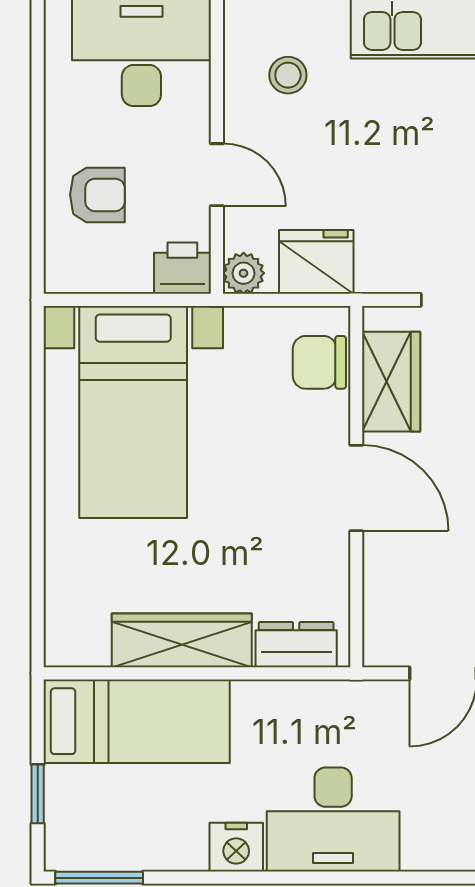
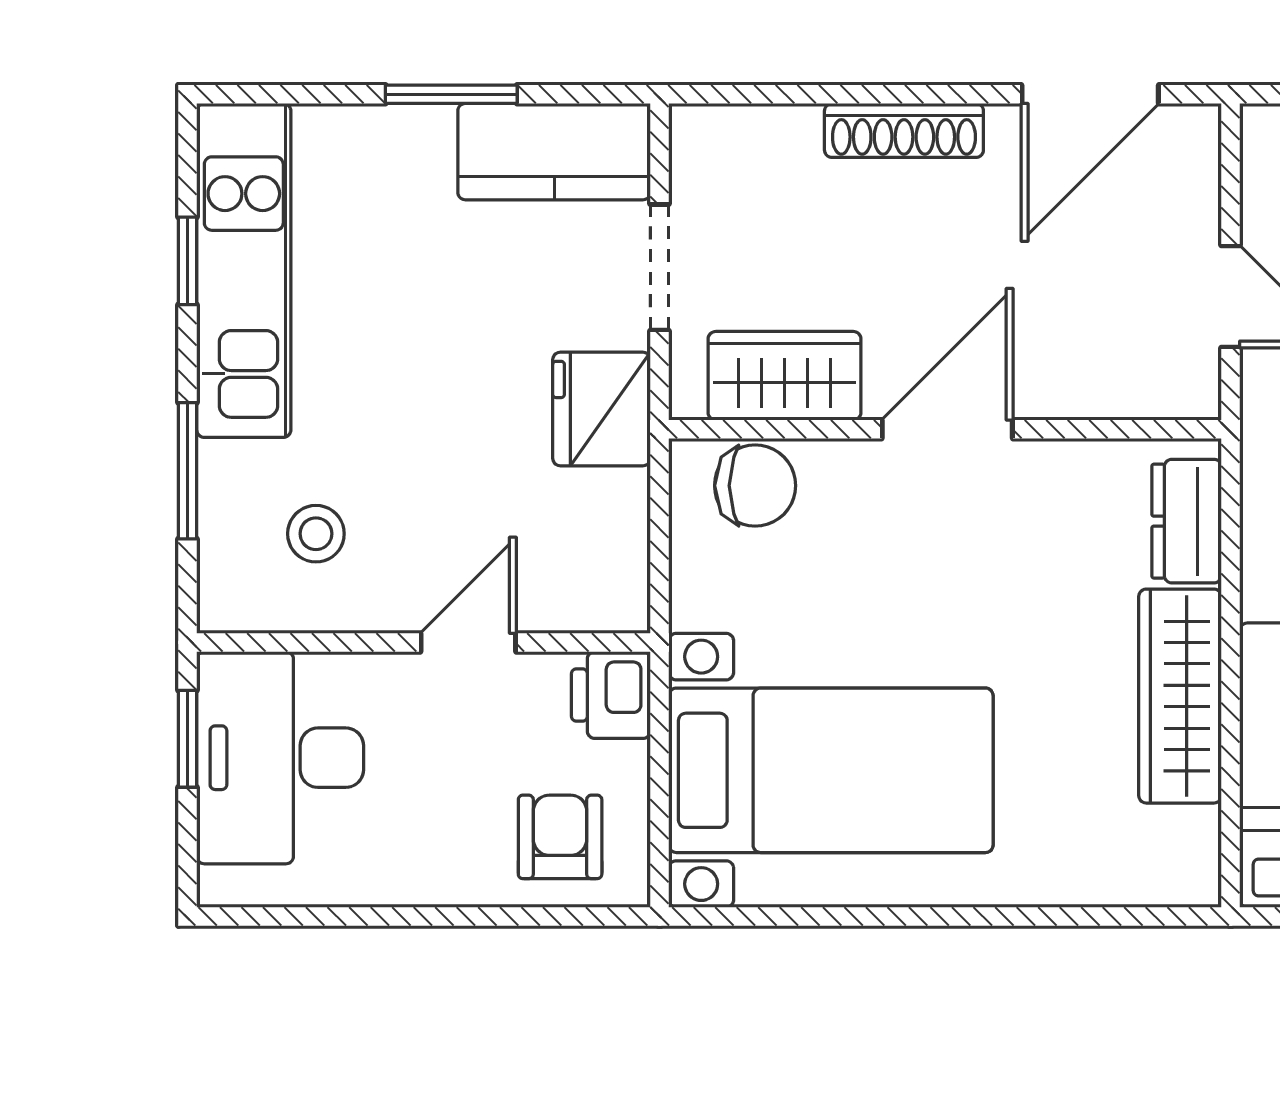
armchair: (97, 195) -> (560, 837), moved
fridge: (316, 262) -> (602, 409), moved
plant: (244, 273) -> (619, 602), removed
chair: (319, 362) -> (755, 486), turned -90

